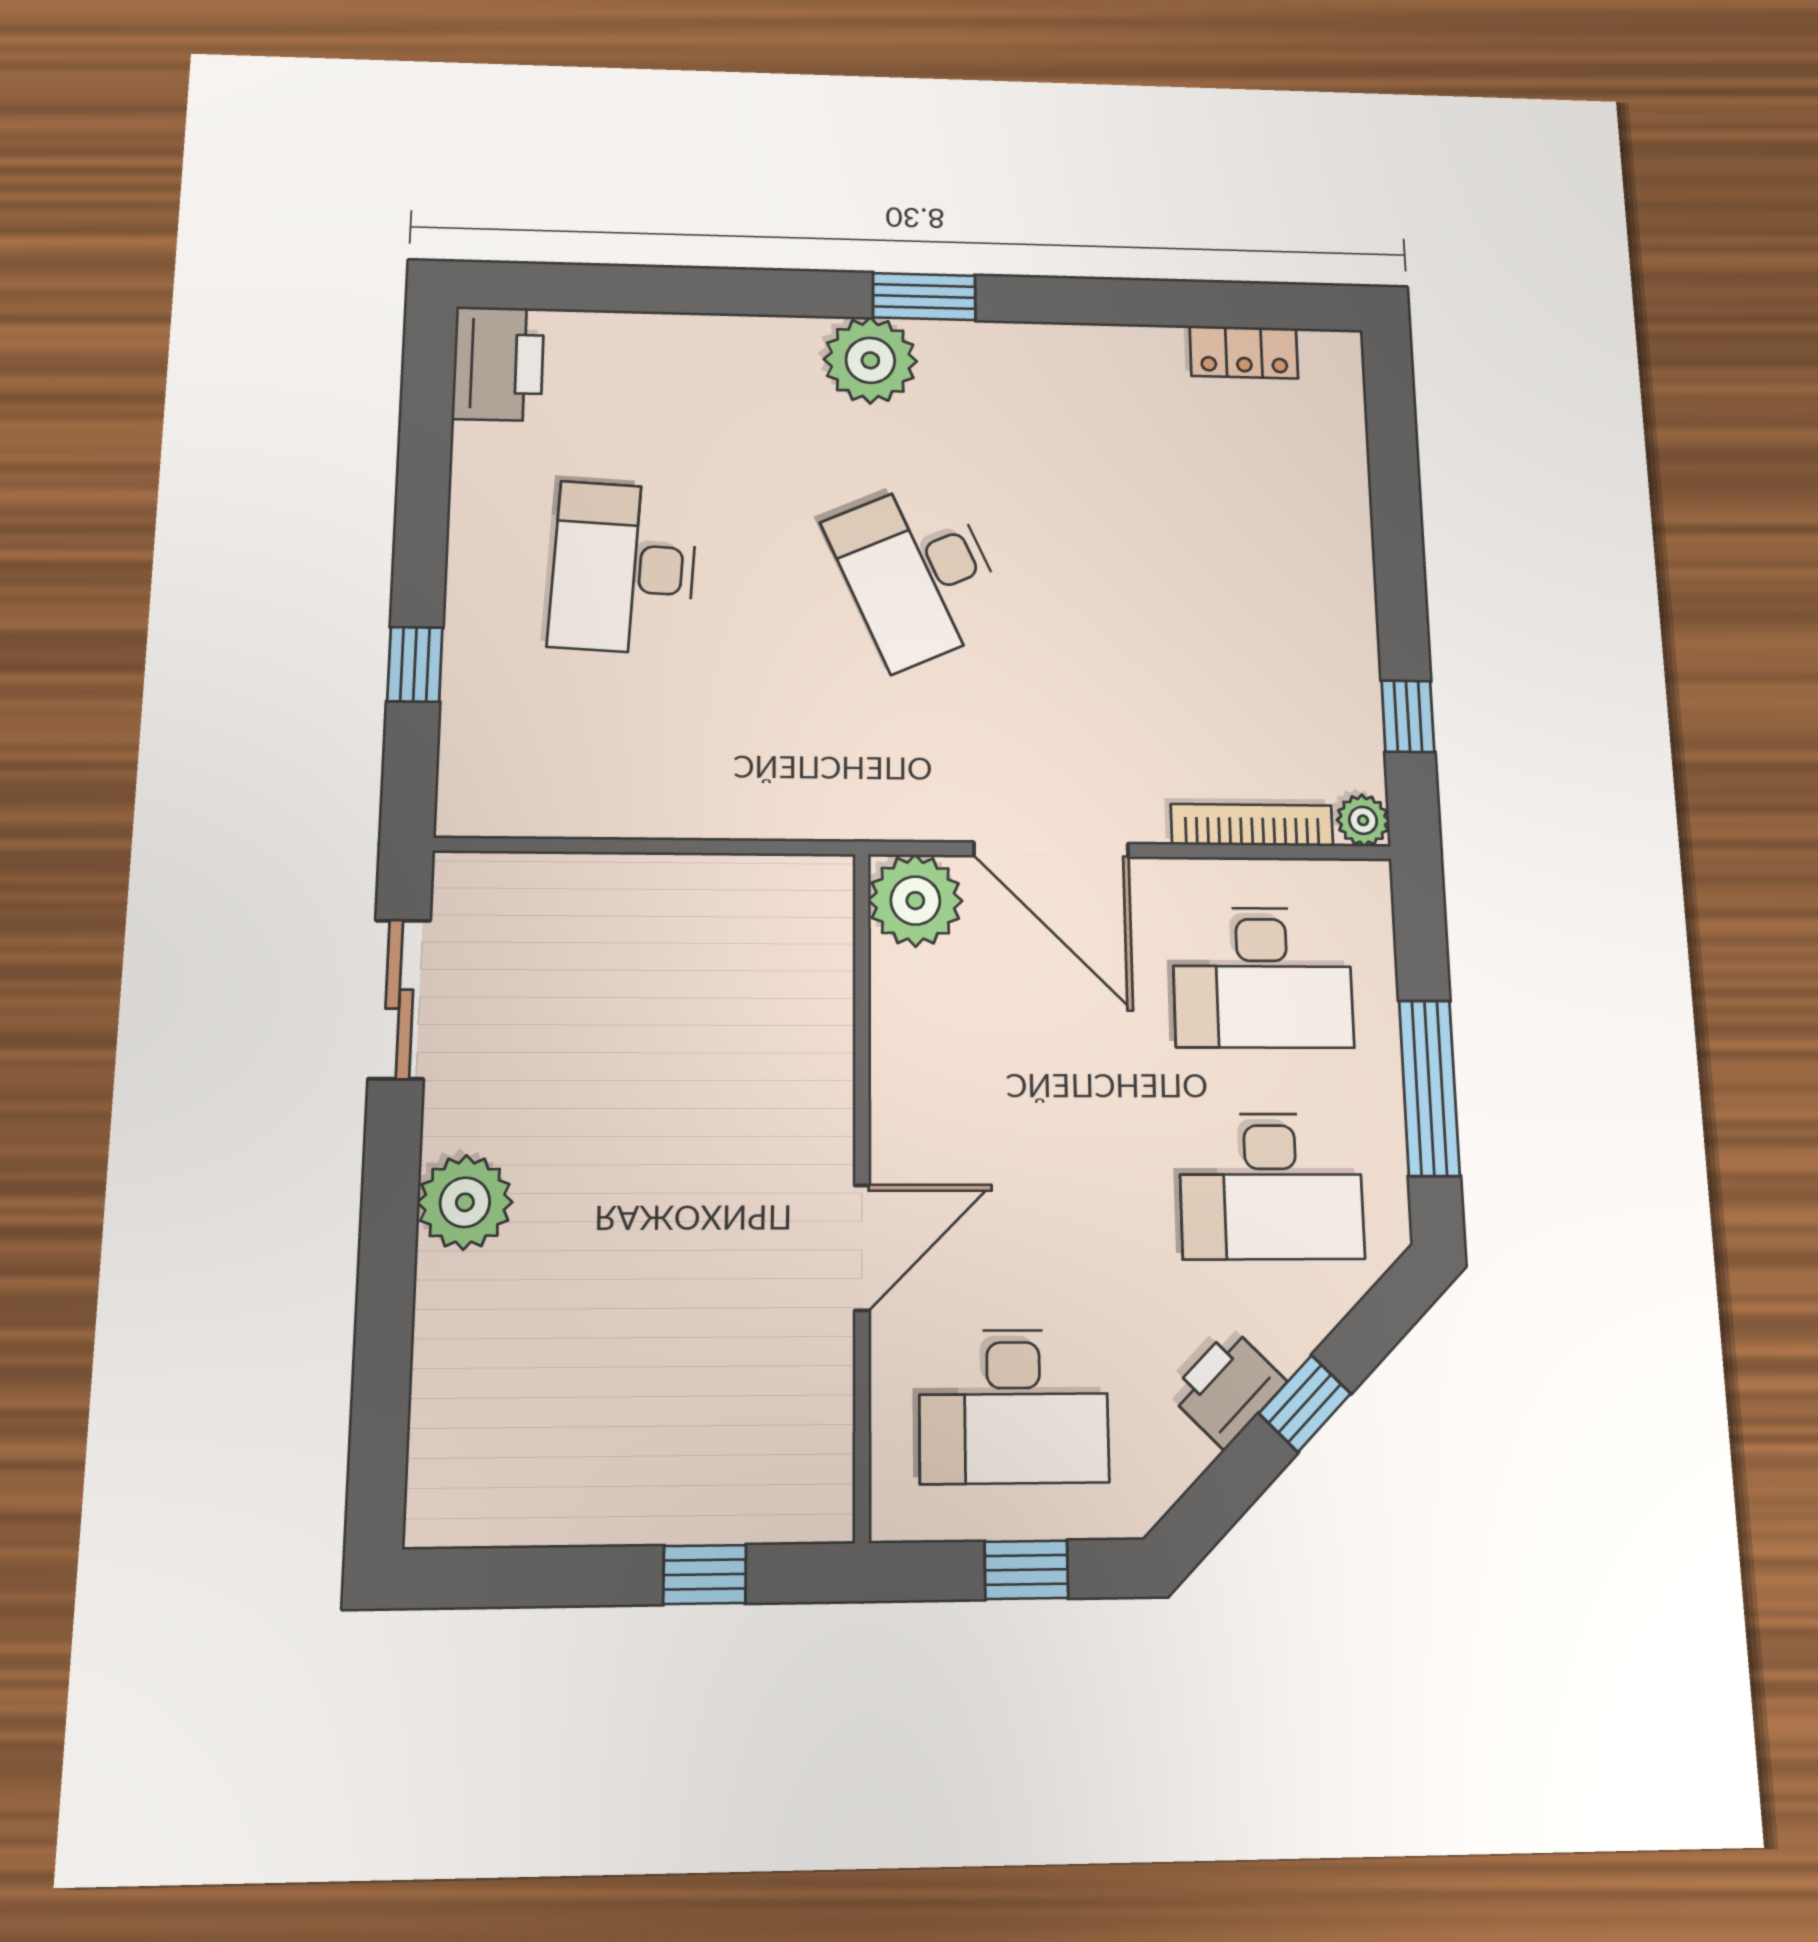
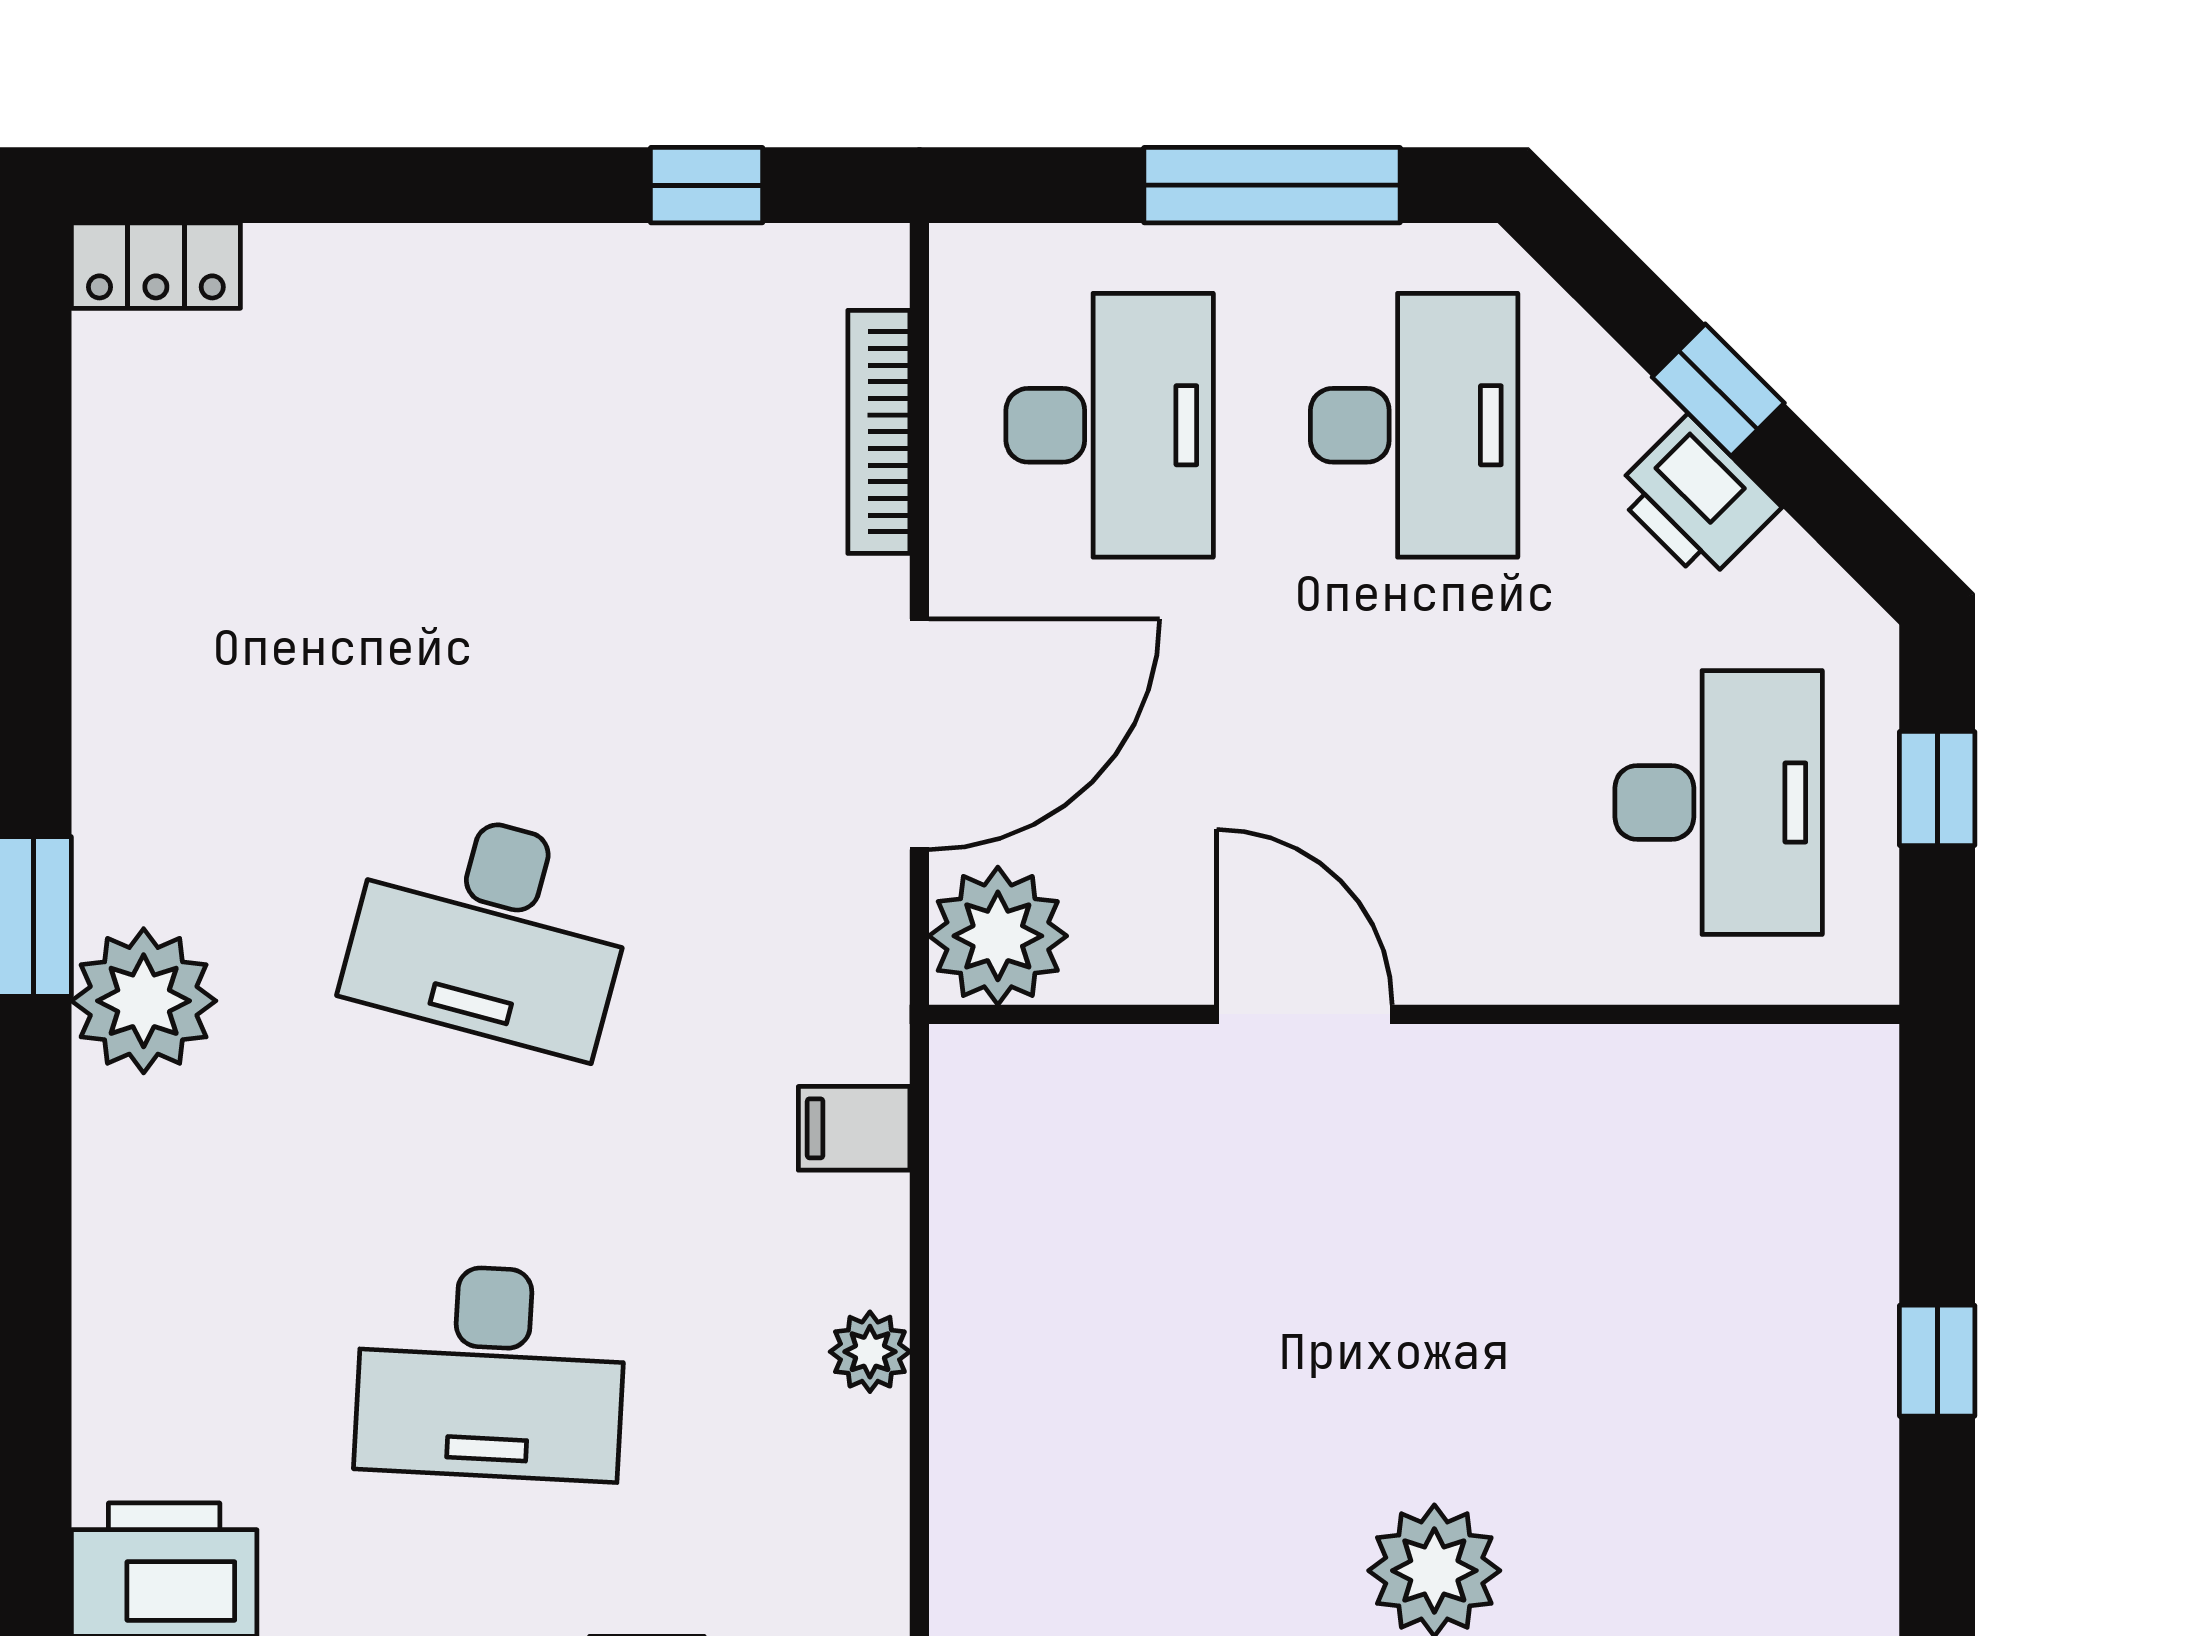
locker: (1244, 352) -> (156, 266), moved, turned 90
desk: (918, 573) -> (491, 930), turned 39
filing cabinet: (784, 804) -> (854, 1128), added
plant: (1363, 820) -> (870, 1352), moved
door: (862, 1248) -> (1304, 1014), moved
window: (705, 1574) -> (1937, 1361), moved

